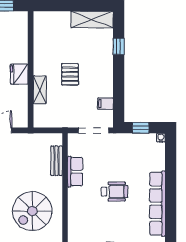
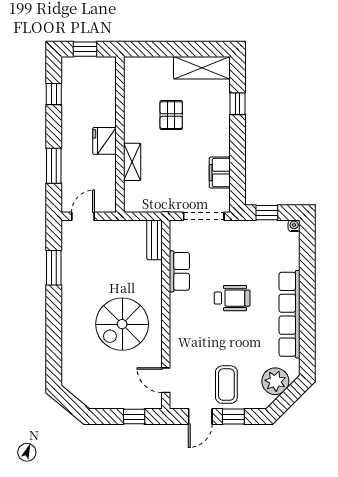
pallet: (70, 74) -> (171, 115), moved
filing cabinet: (105, 104) -> (220, 173), width x2.00
bench: (57, 161) -> (155, 240), moved

